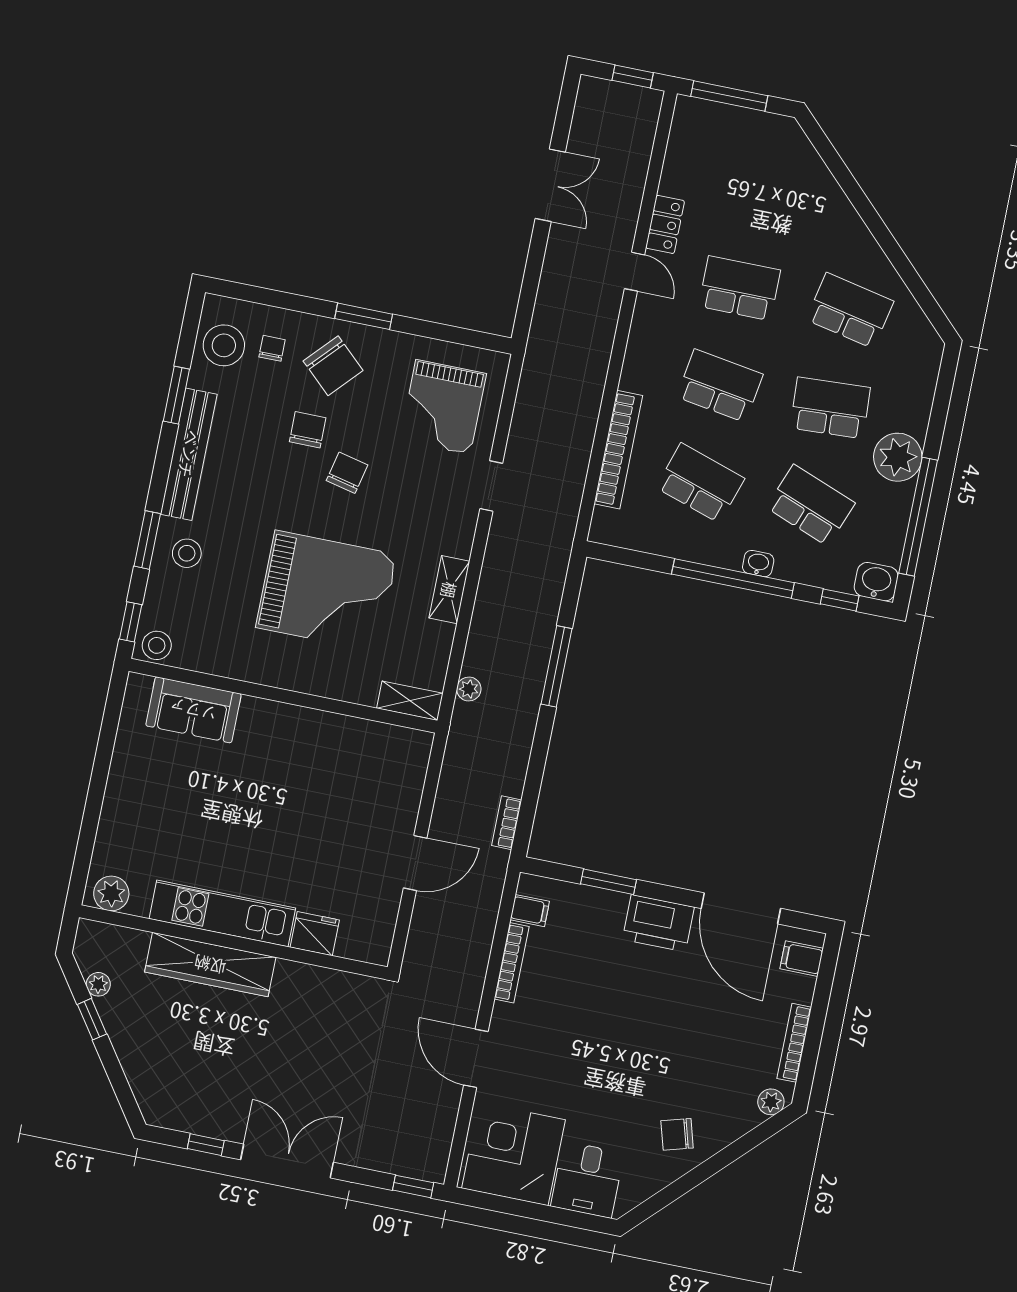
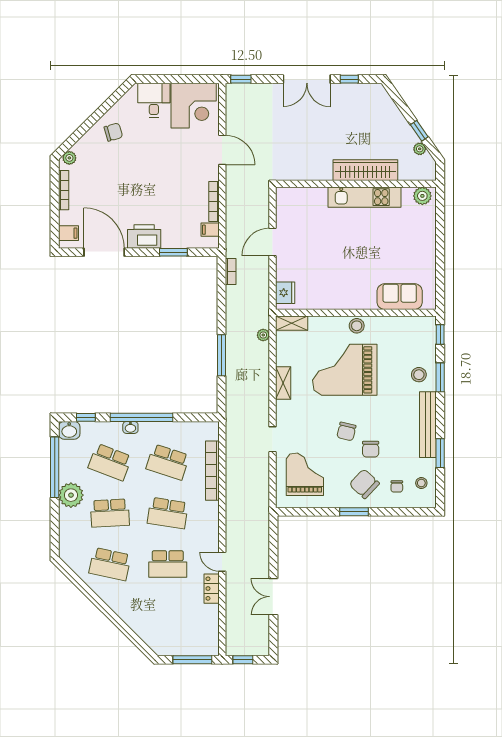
stool: (224, 345) -> (421, 483), width x0.53, depth x0.53
stool: (157, 645) -> (357, 326), moved
fridge: (315, 934) -> (285, 293), moved, turned -90

